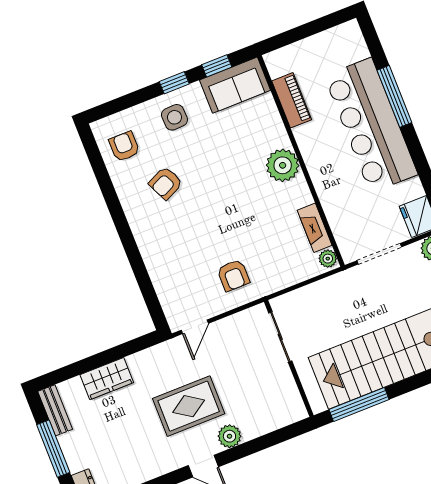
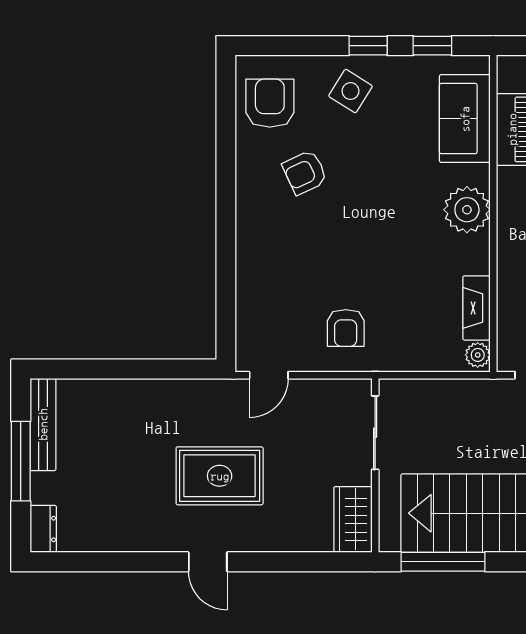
sofa: (235, 85) -> (465, 119), moved, turned 90
side table: (174, 117) -> (350, 91), turned 34
armchair: (124, 146) -> (270, 103), width x1.38, depth x1.38
wardrobe: (107, 379) -> (353, 519), moved, turned 90
bench: (55, 410) -> (43, 424), width x1.36
plant: (229, 436) -> (257, 536), removed

